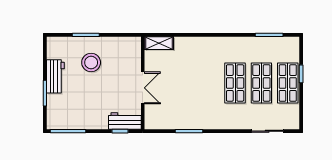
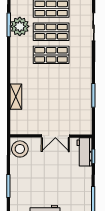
shelving: (159, 43) -> (16, 97), moved
plant: (267, 47) -> (20, 26), added
stool: (91, 63) -> (20, 149), moved
double door: (143, 88) -> (55, 136), swing flipped

